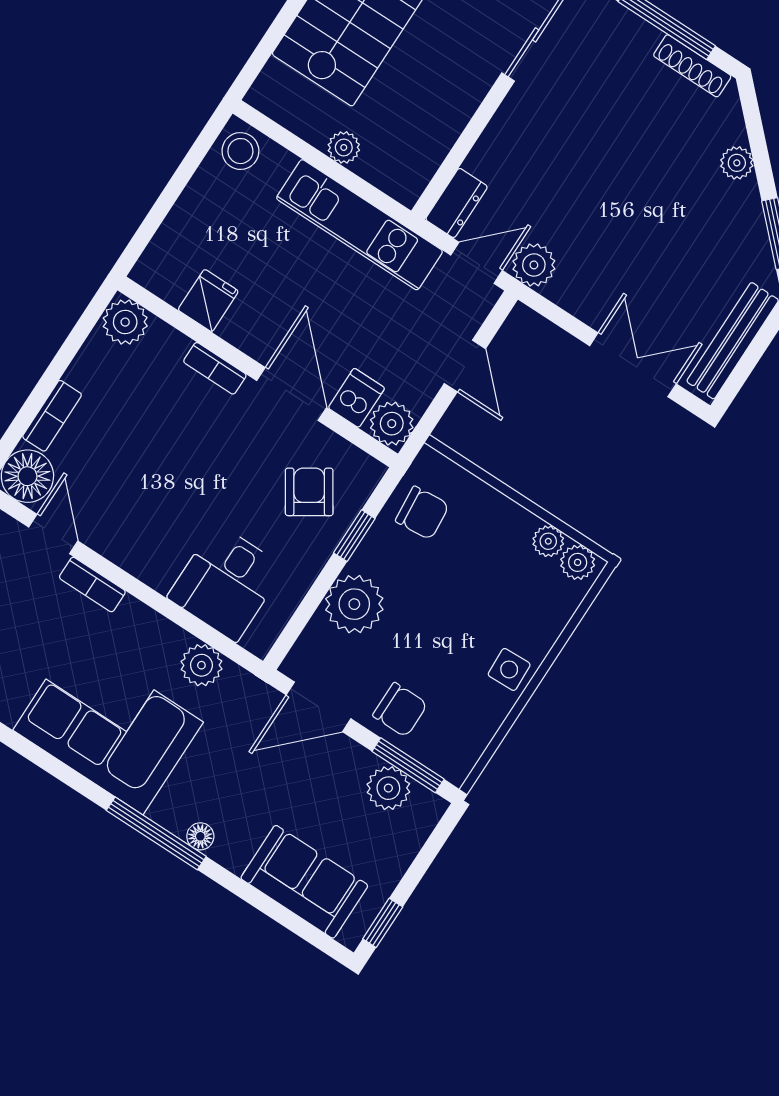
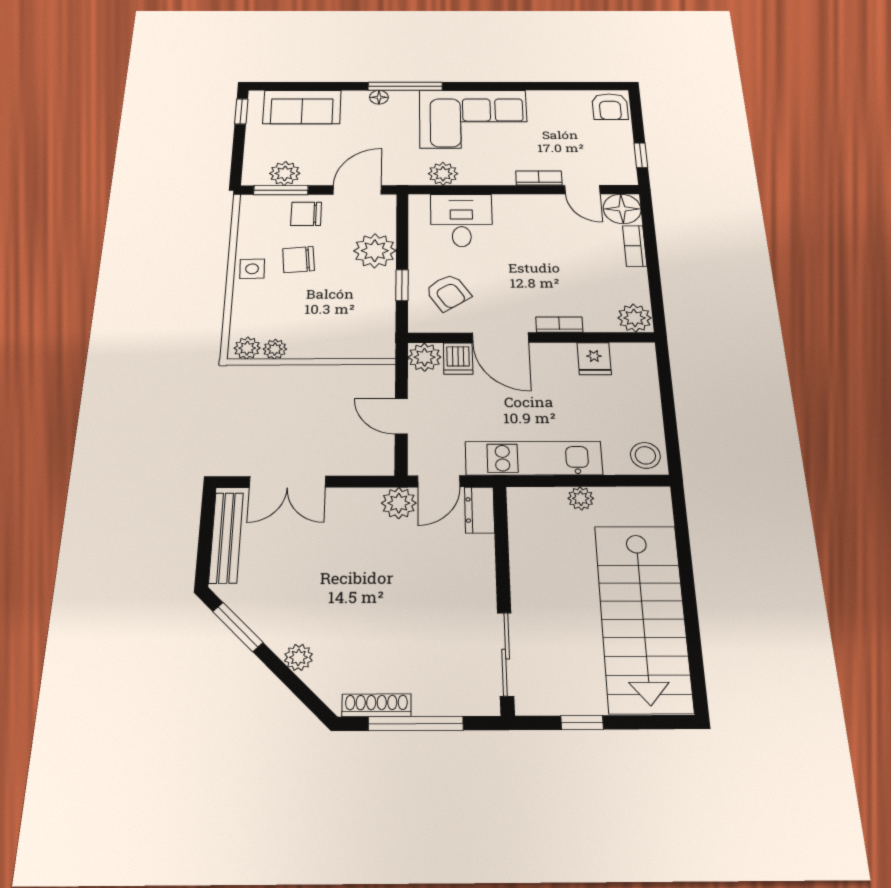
chair: (422, 513) -> (299, 260), moved

